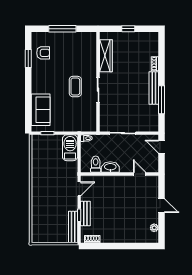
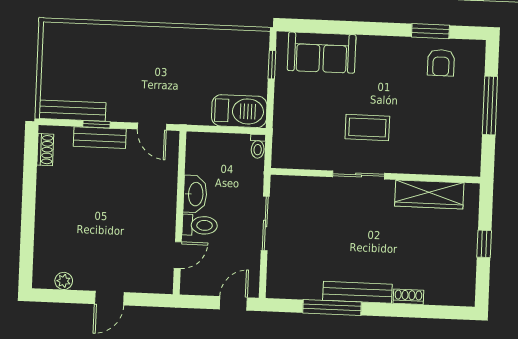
toilet: (96, 164) -> (200, 225), moved

